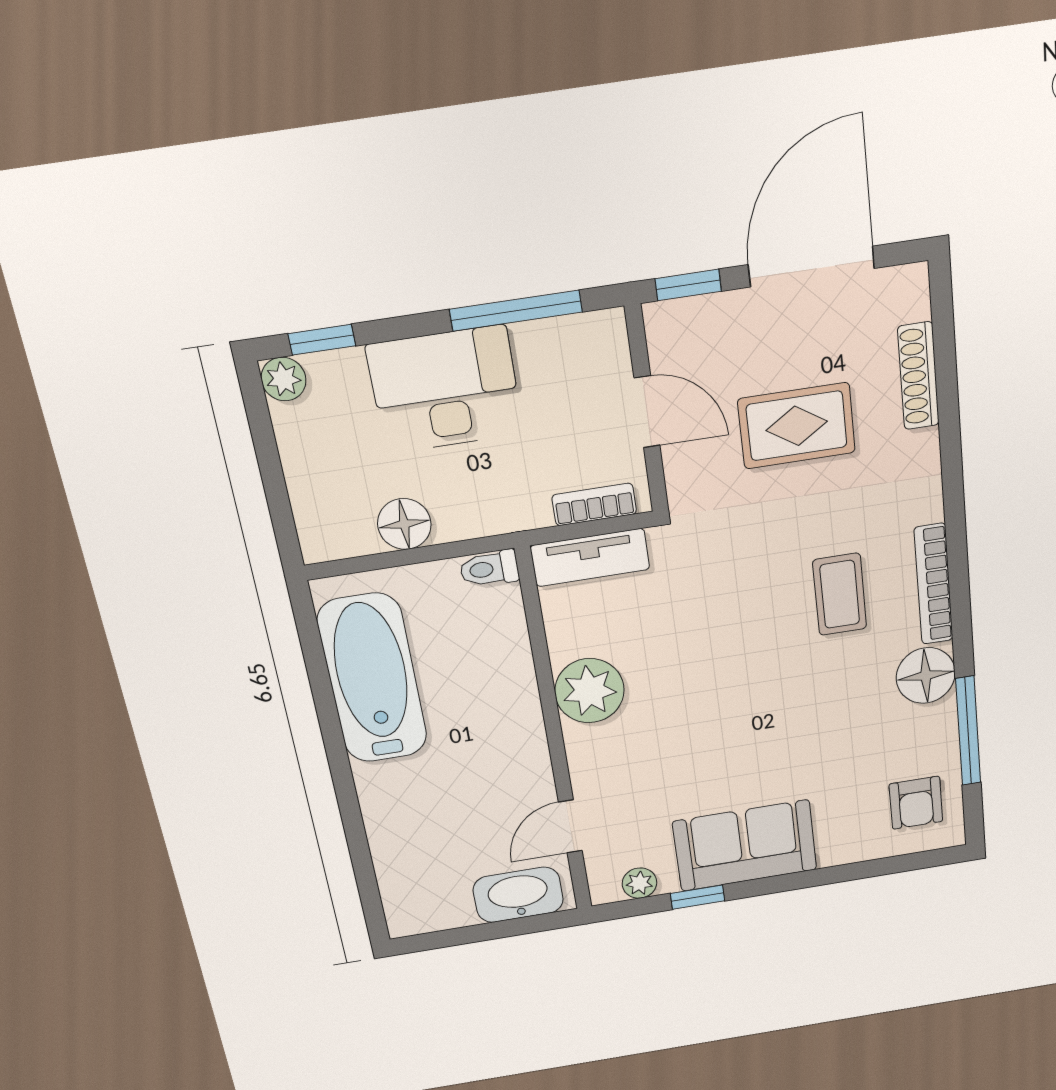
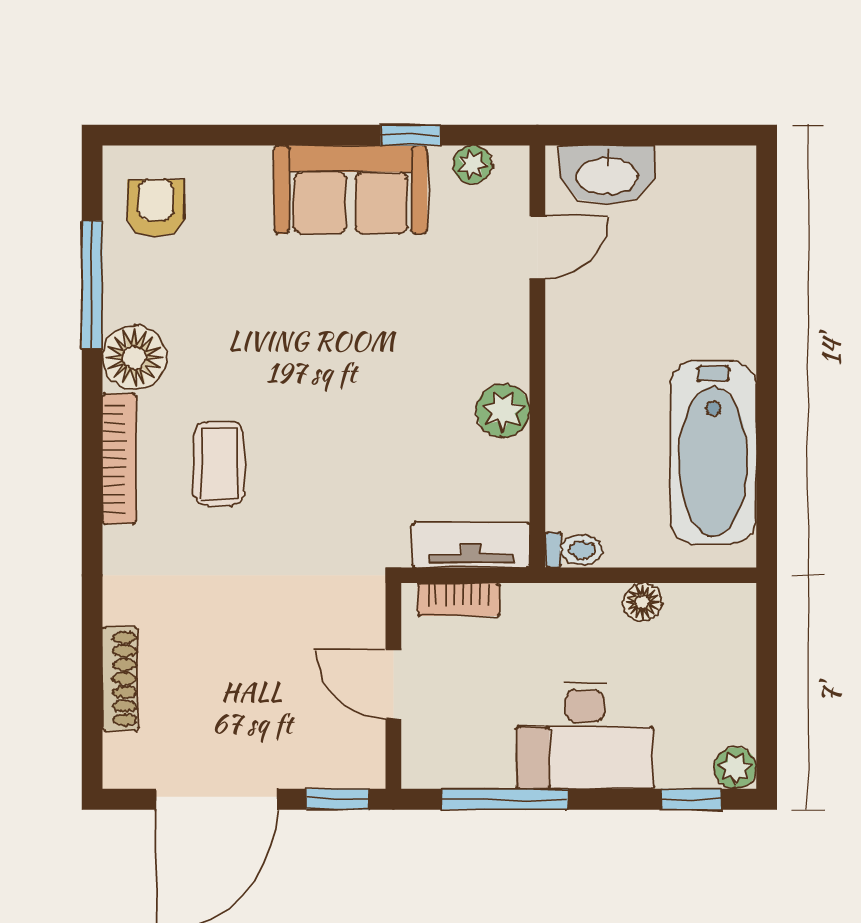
rug: (797, 426) -> (247, 647), removed
floor lamp: (404, 524) -> (642, 602), width x0.73, depth x0.73
plant: (589, 691) -> (503, 411), width x0.73, depth x0.73

